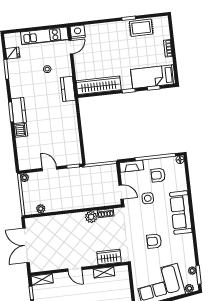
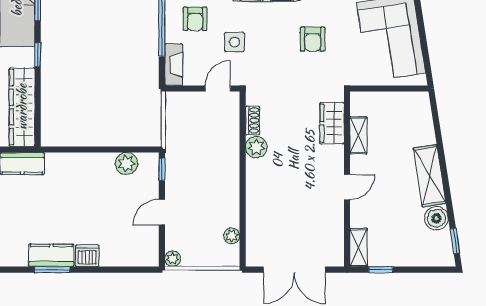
plant: (74, 146) -> (127, 164), added

